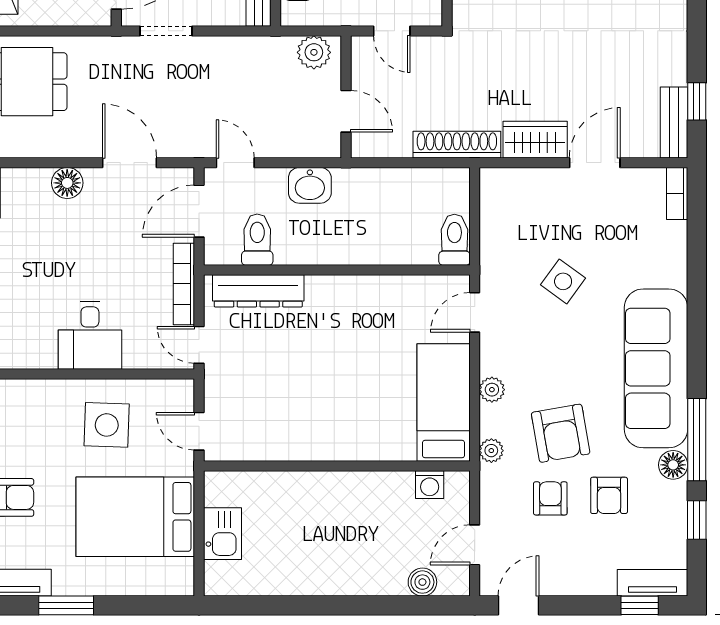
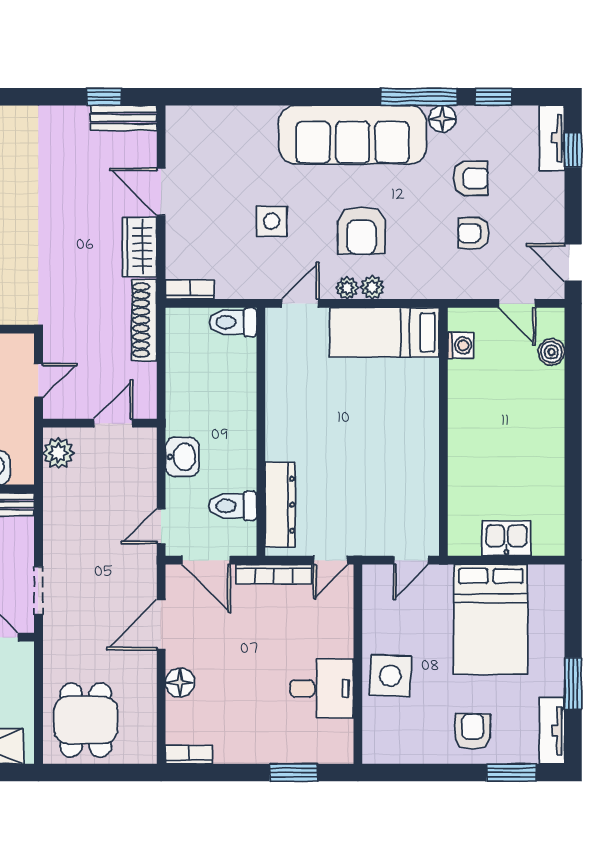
bookcase: (677, 194) -> (190, 289), moved, turned 180
side table: (563, 281) -> (272, 221), turned -36
door: (475, 312) -> (300, 303), swing flipped
desk: (90, 335) -> (322, 688), moved
side table: (107, 425) -> (390, 676), moved
armchair: (561, 433) -> (361, 230), moved, turned 100
plant: (491, 451) -> (347, 288), moved

